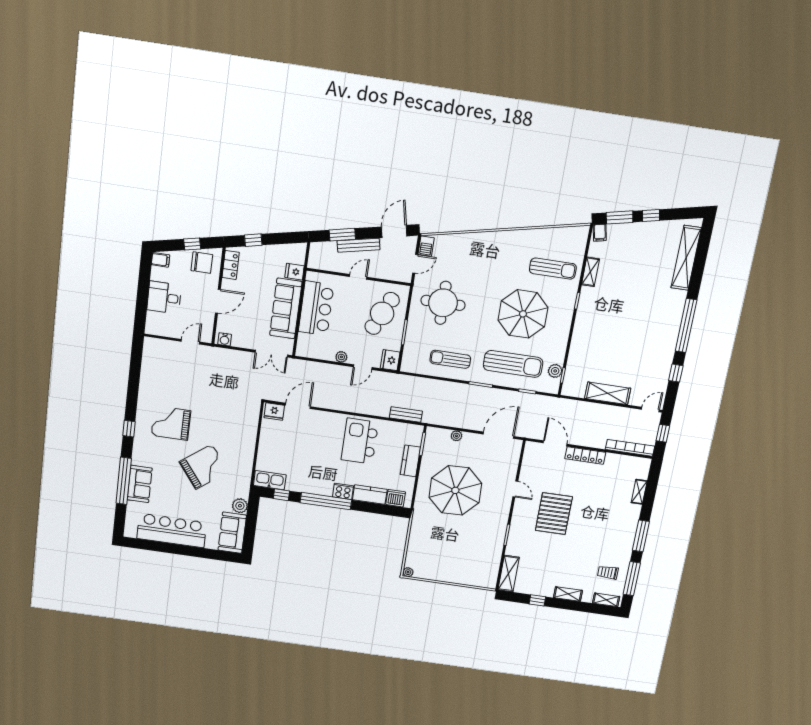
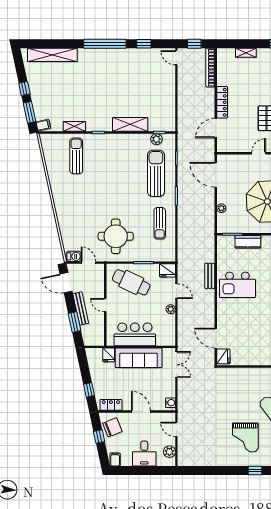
chair: (202, 263) -> (112, 427), turned 68
parasol: (523, 314) -> (115, 173), removed
plant: (163, 329) -> (169, 452), added
shelving: (608, 393) -> (130, 124), moved, turned 90
bench: (406, 414) -> (210, 276), moved

